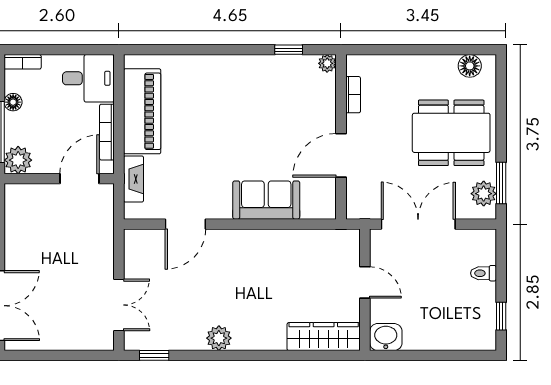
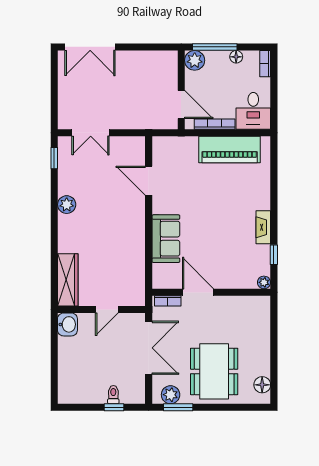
bookcase: (353, 95) -> (168, 301), moved
fireplace: (134, 179) -> (263, 227), moved, turned 90
window: (501, 316) -> (114, 407), moved

